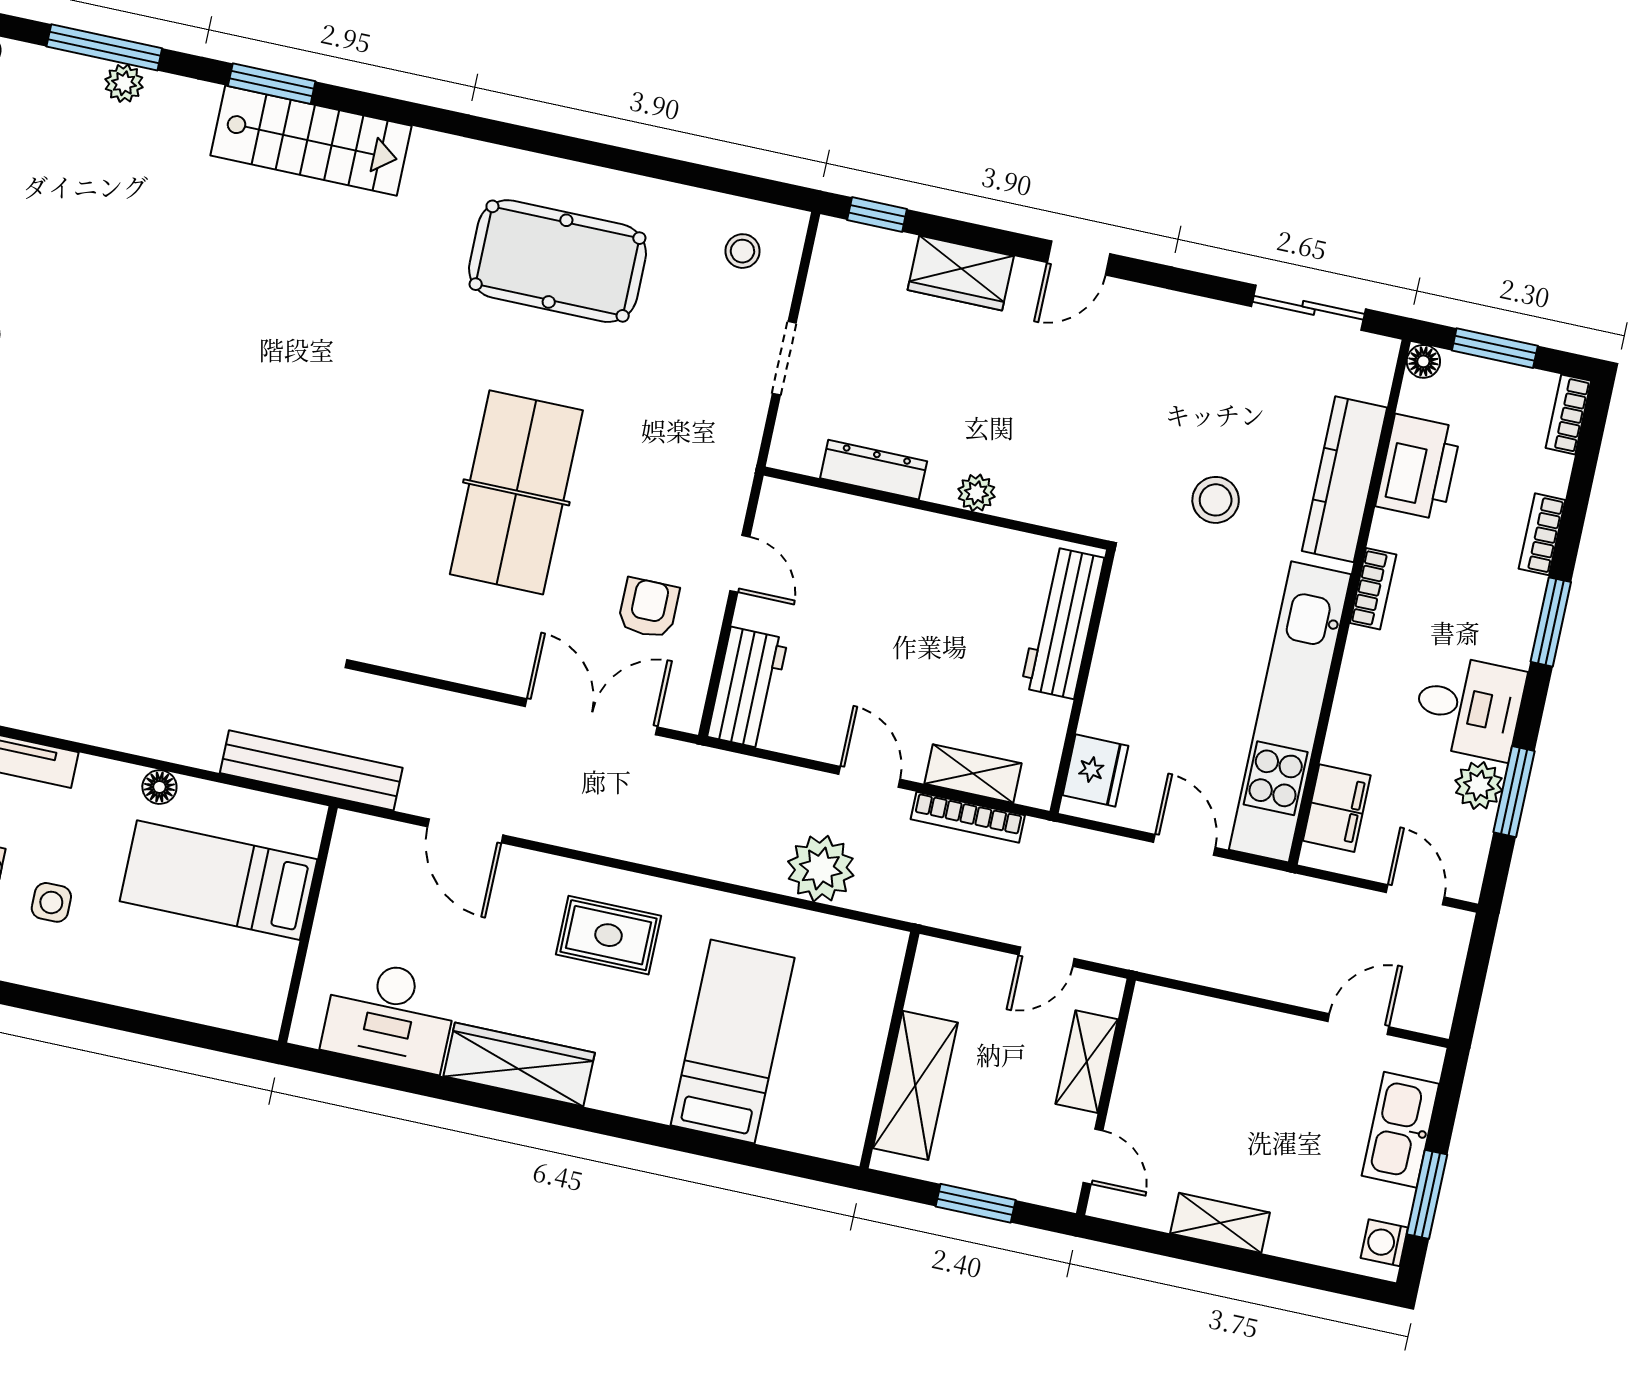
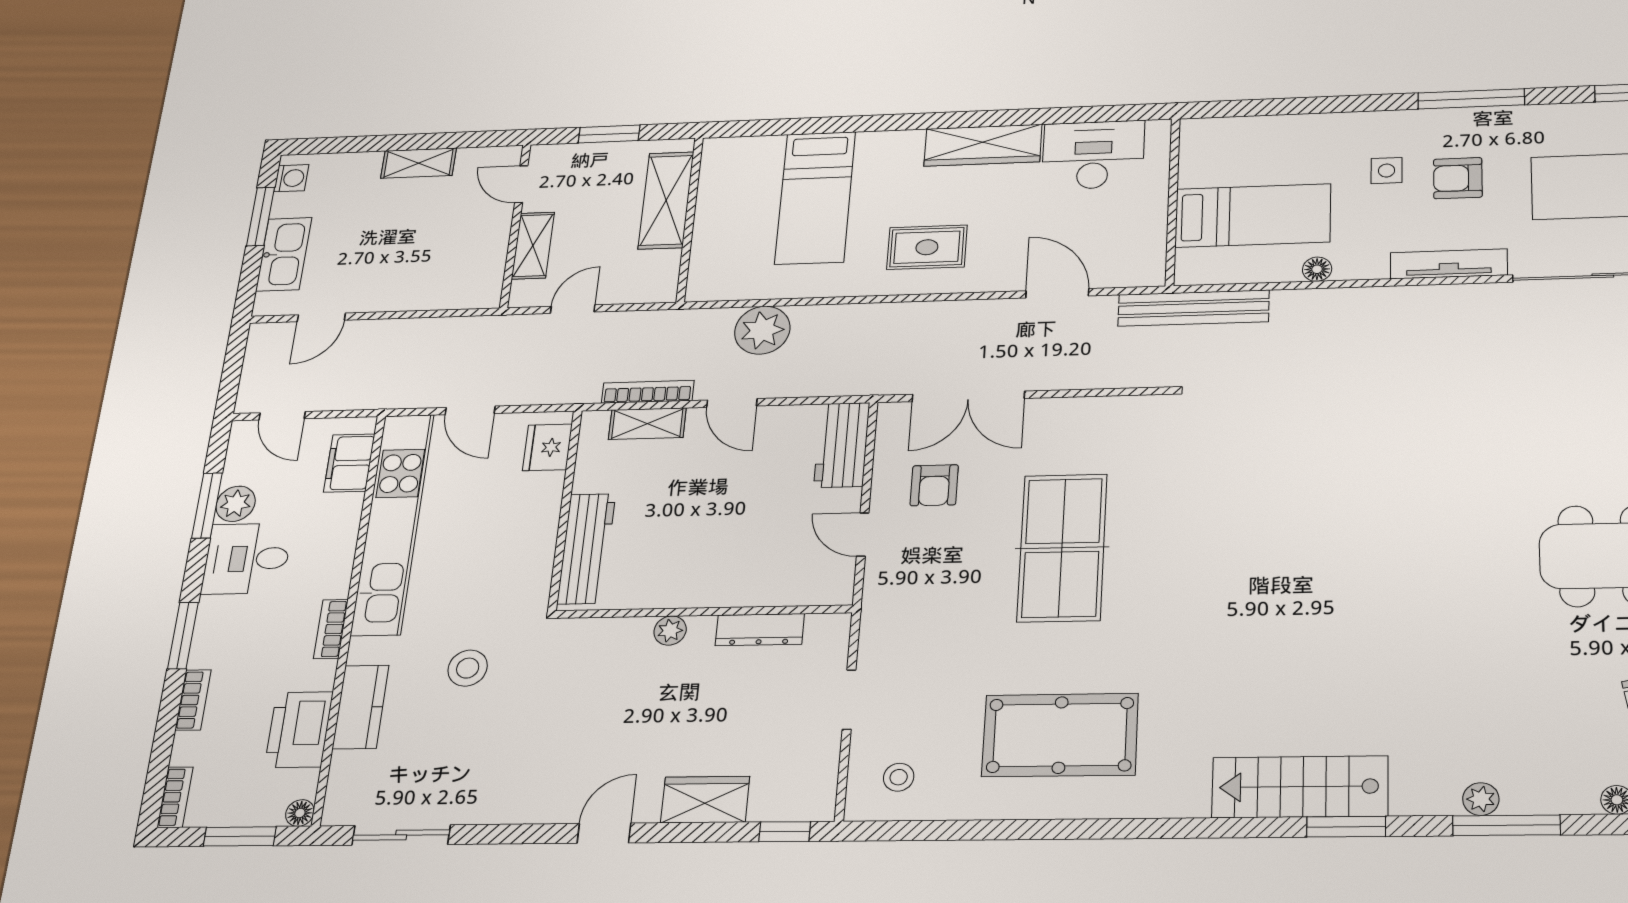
kitchen counter: (1344, 479) -> (361, 707), width x0.67

